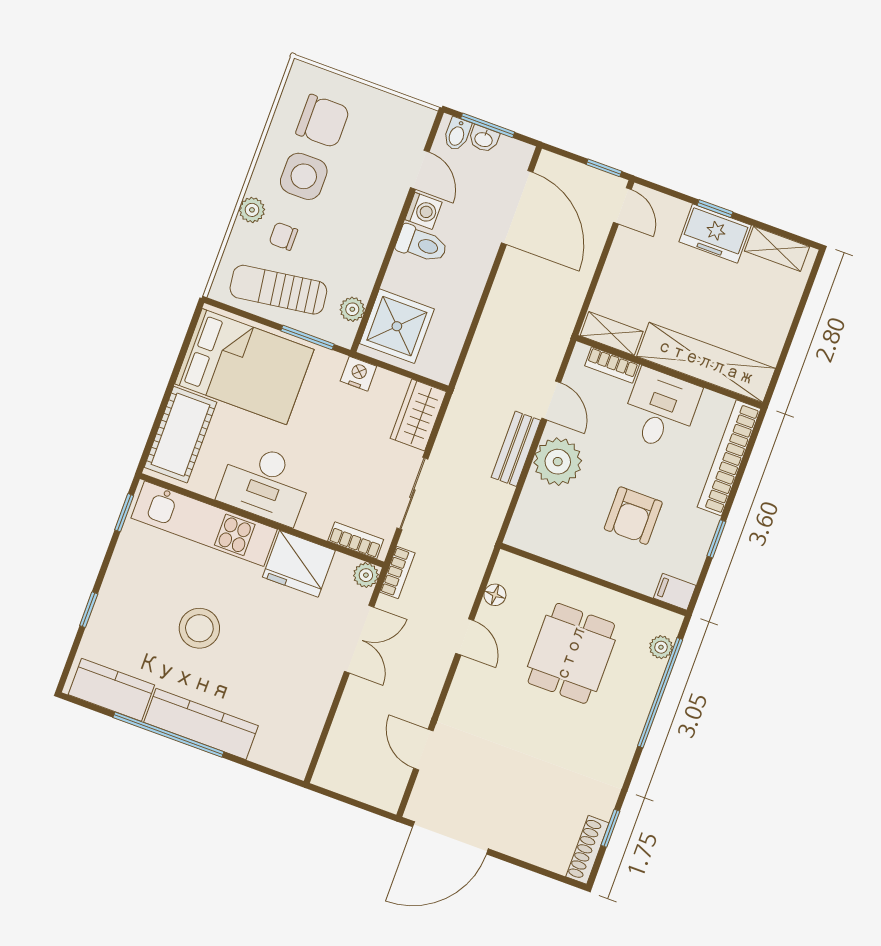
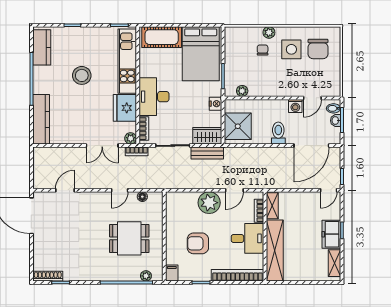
toilet: (422, 244) -> (278, 133), moved, turned 180
sun lounger: (278, 290) -> (239, 56), removed
shower: (397, 326) -> (238, 126), moved
bench: (516, 449) -> (207, 153), moved
desk: (265, 483) -> (154, 97), moved
kitchen counter: (201, 724) -> (41, 119), moved

